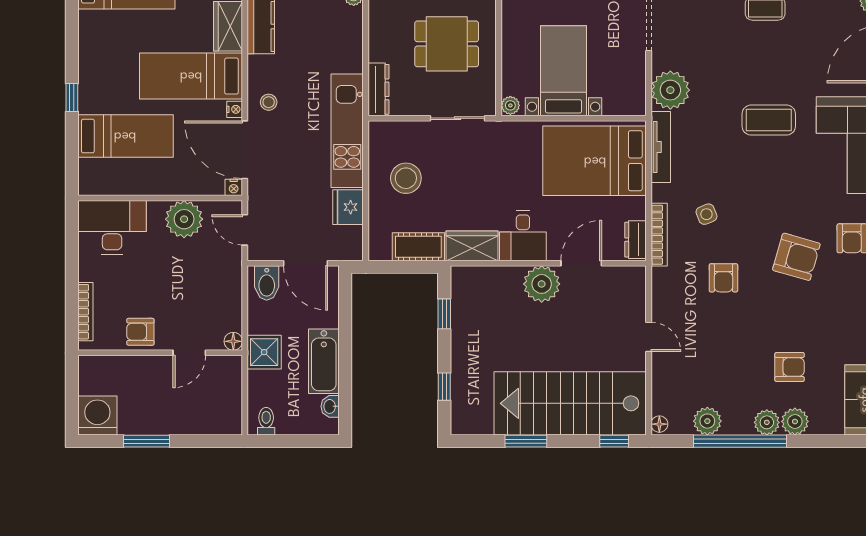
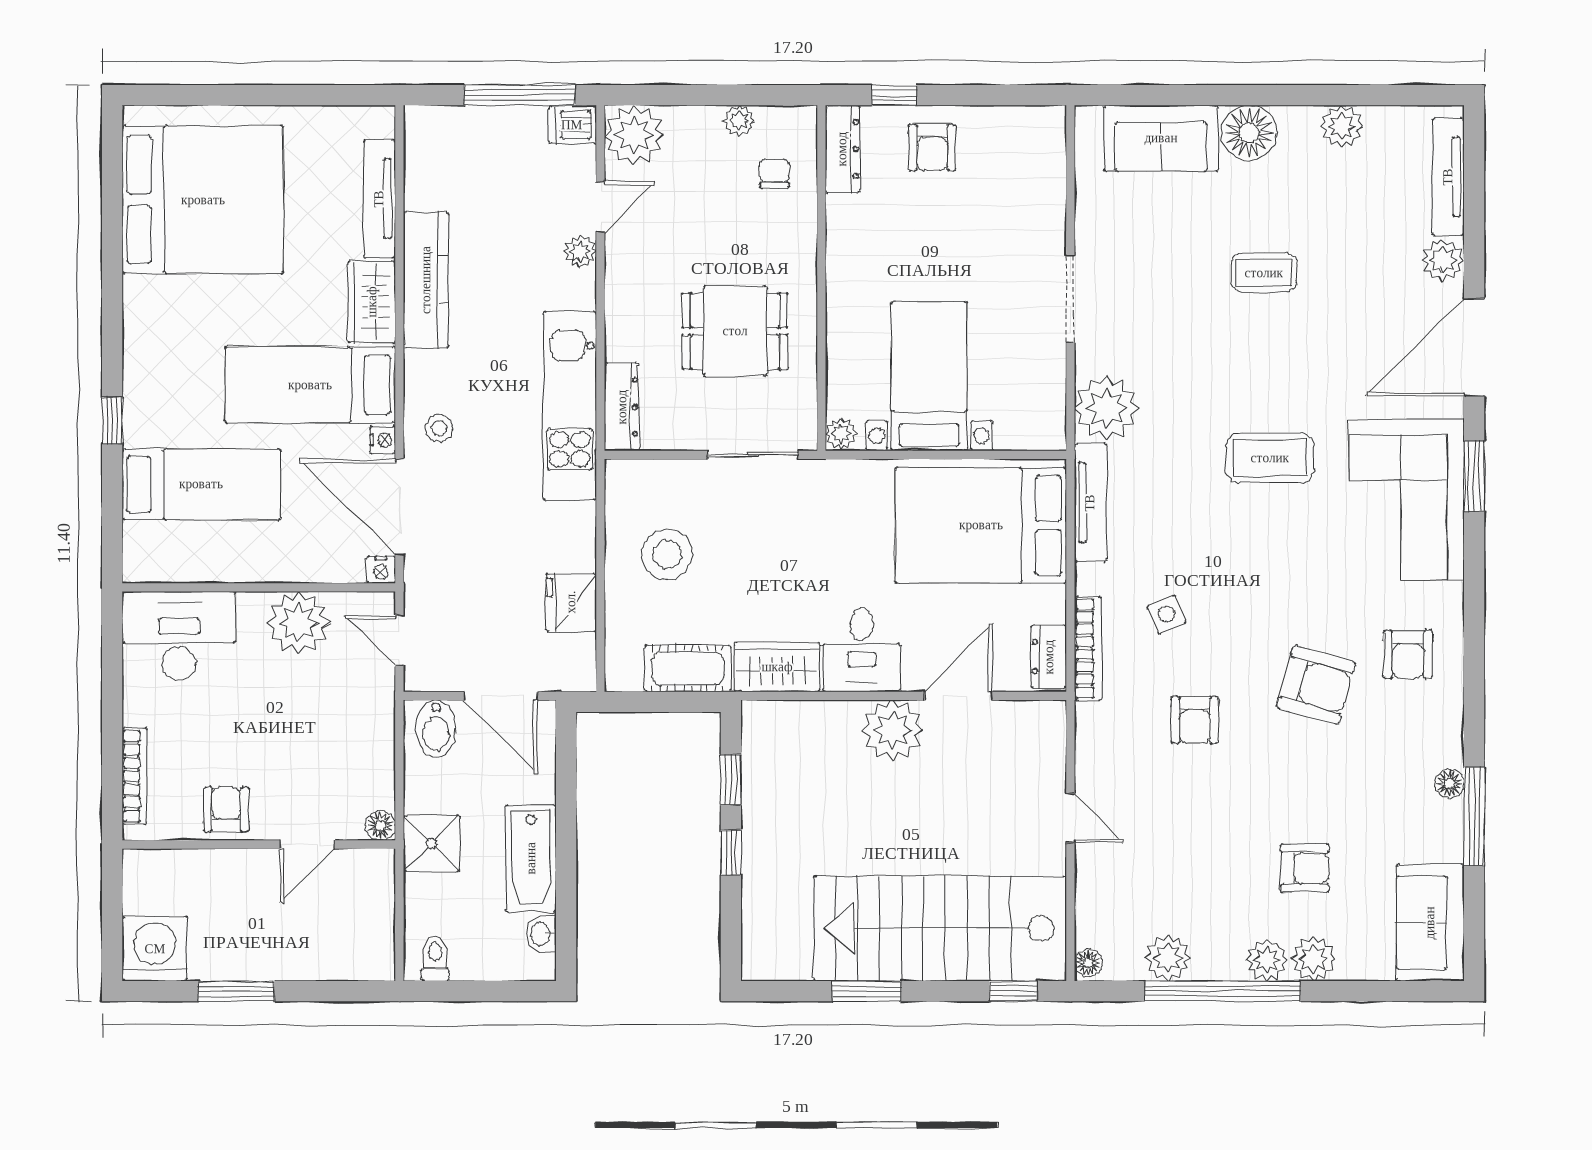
kitchen unit: (347, 131) -> (570, 406), moved
armchair: (140, 332) -> (226, 810), turned 90
window: (444, 387) -> (731, 853), moved

